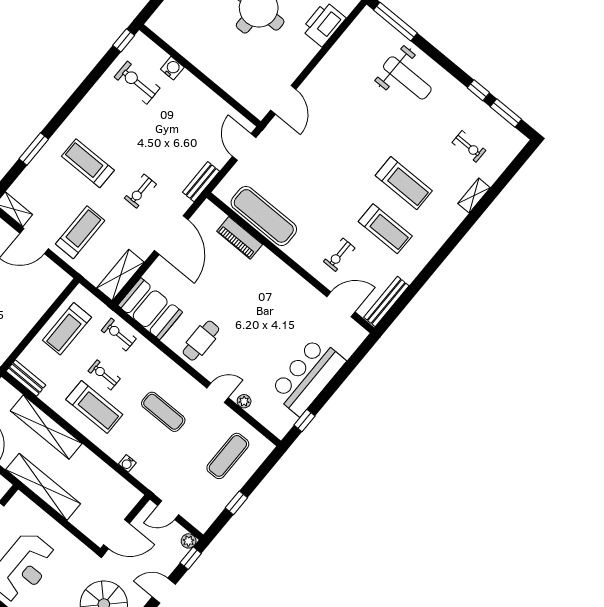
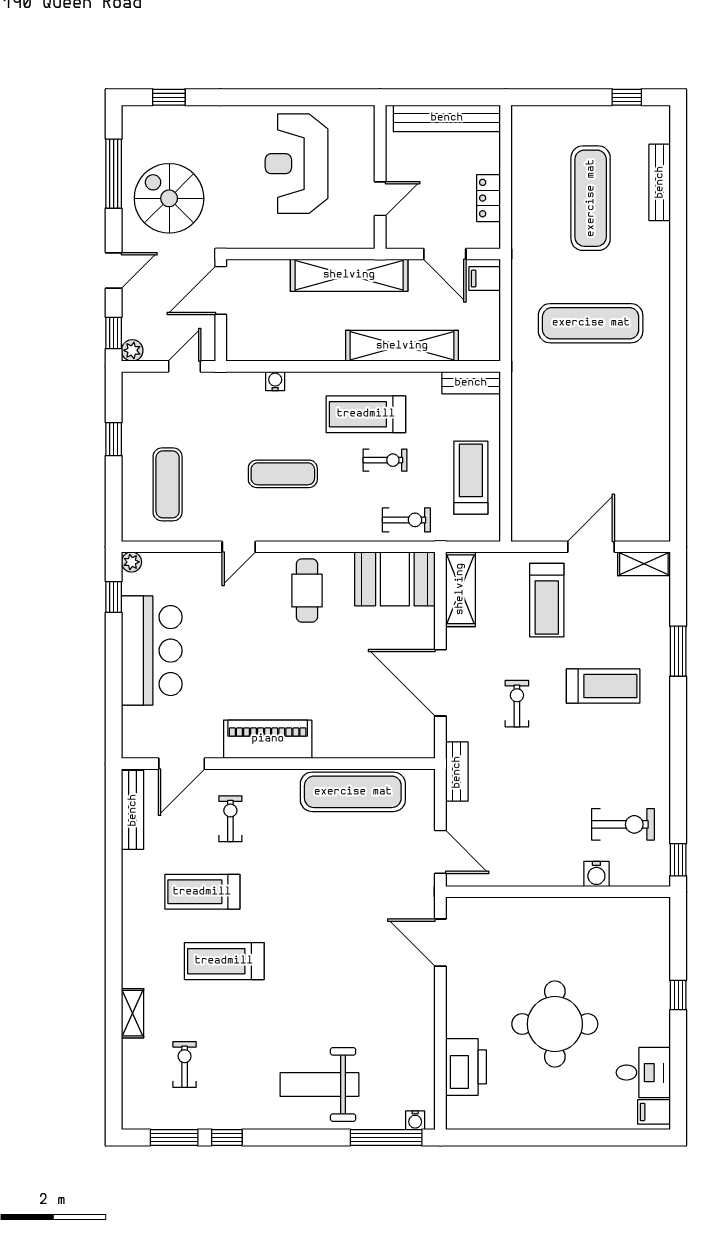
water cooler: (373, 18) -> (415, 1120), added
exercise bike: (469, 146) -> (185, 1064), turned 90
piano: (240, 238) -> (268, 739), moved, width x1.37, depth x1.33
plant: (244, 401) -> (131, 562), moved

